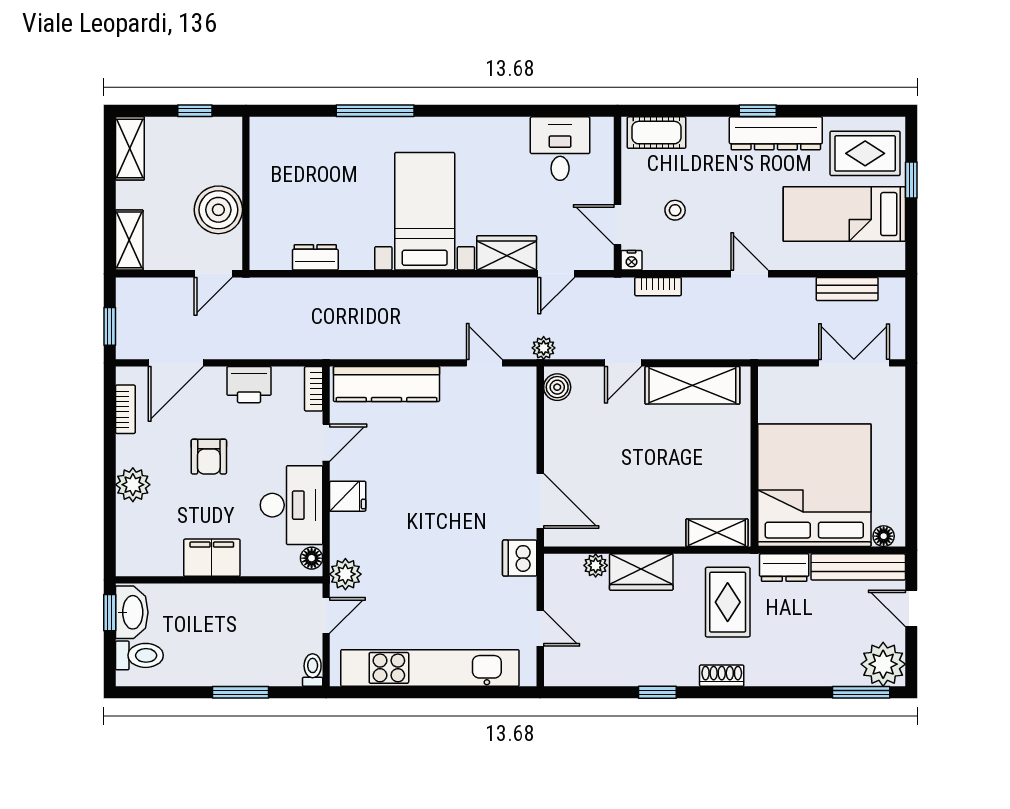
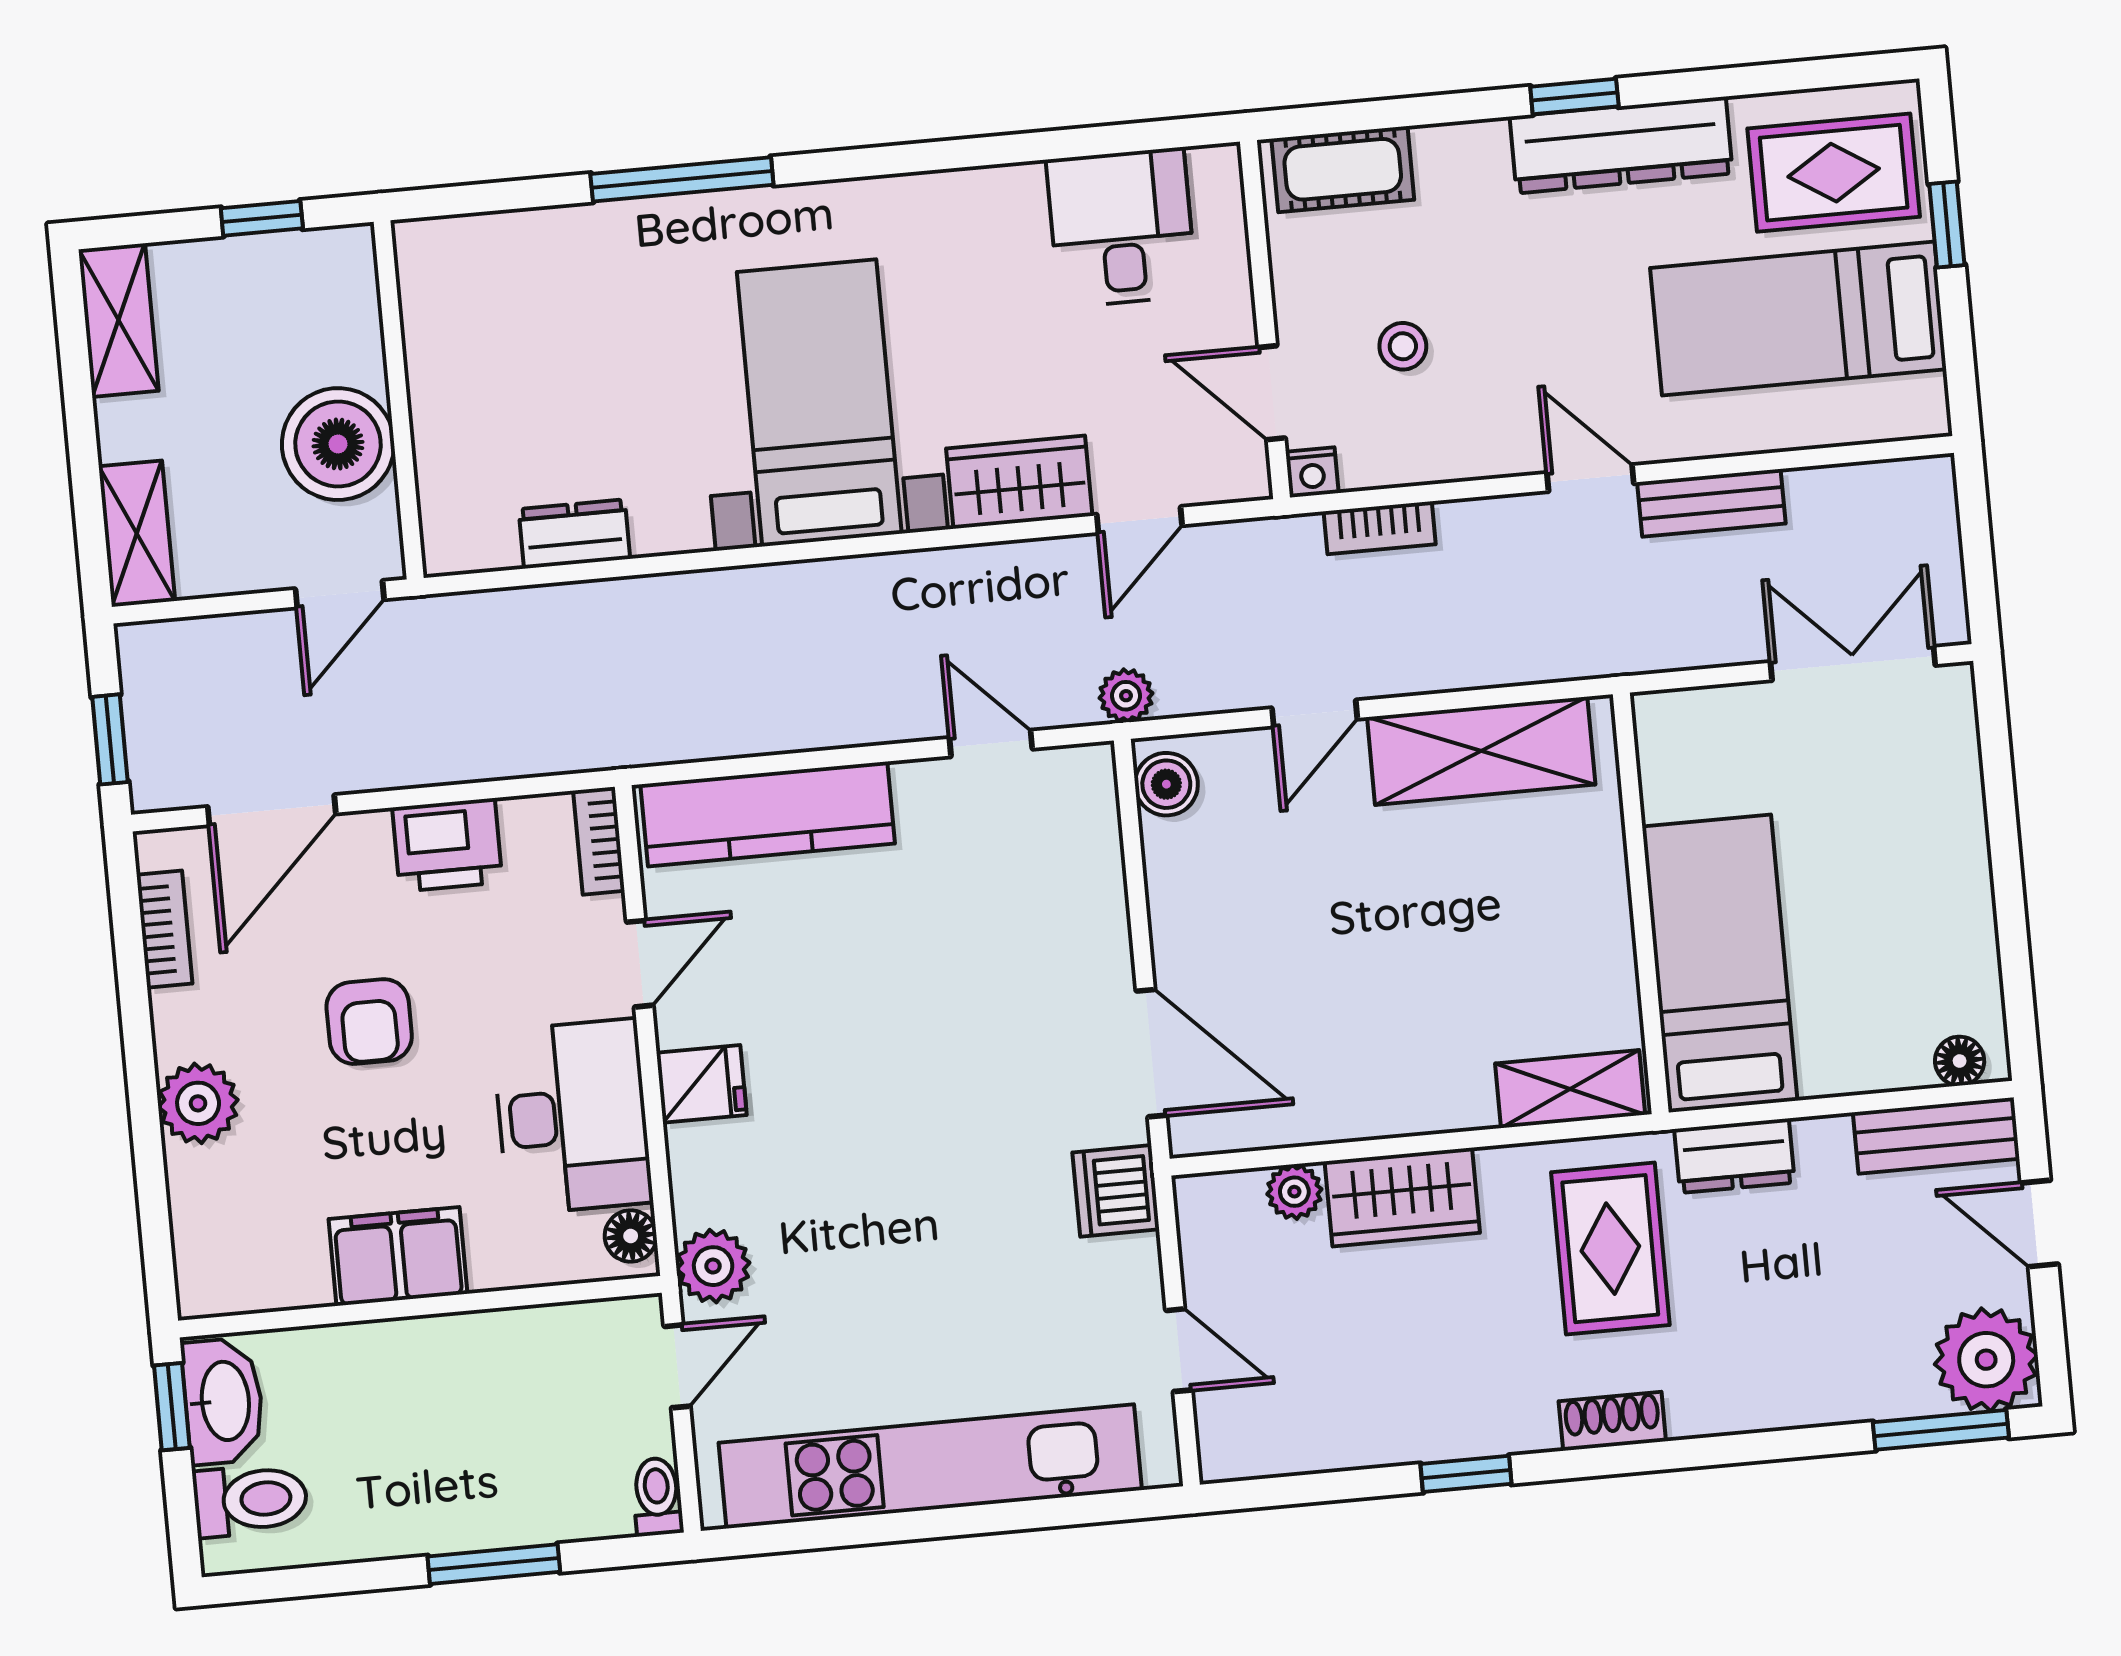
bench: (847, 289) -> (1711, 503), moved
bed: (814, 485) -> (1720, 964), width x0.49
bench: (858, 567) -> (1936, 1136), width x0.73

